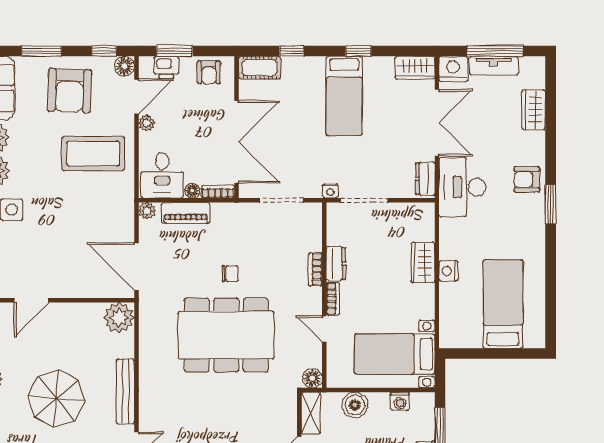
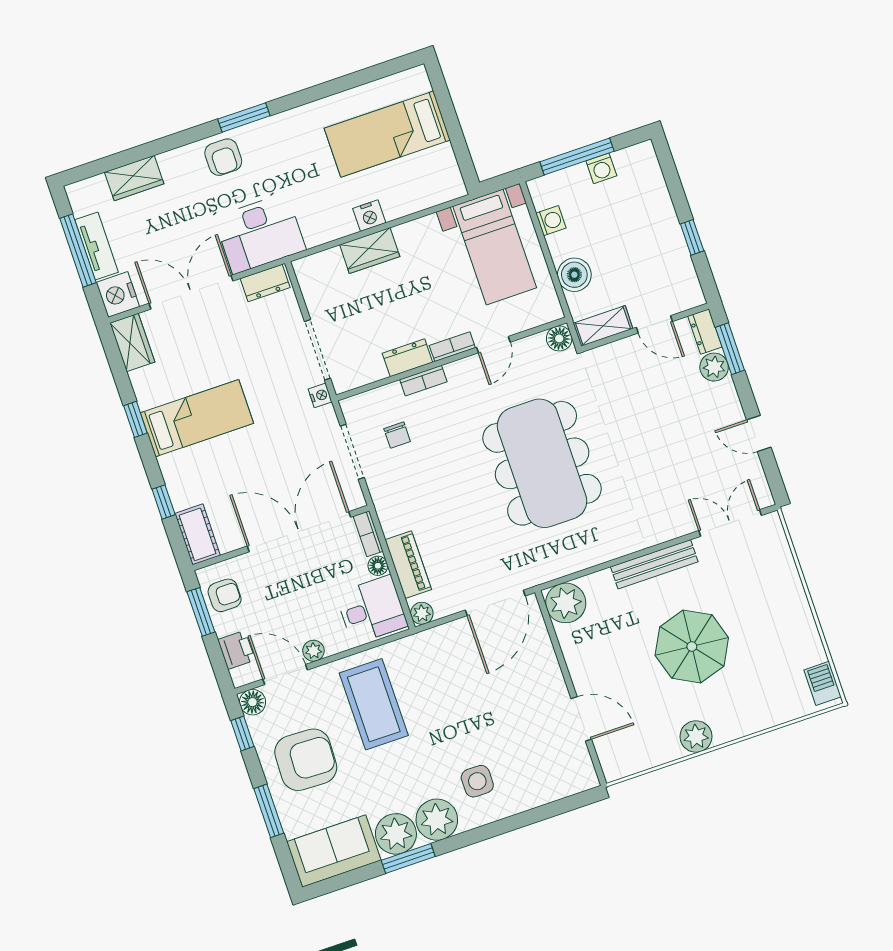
window: (174, 51) -> (201, 612), moved
chair: (230, 274) -> (397, 435), moved, turned 180

